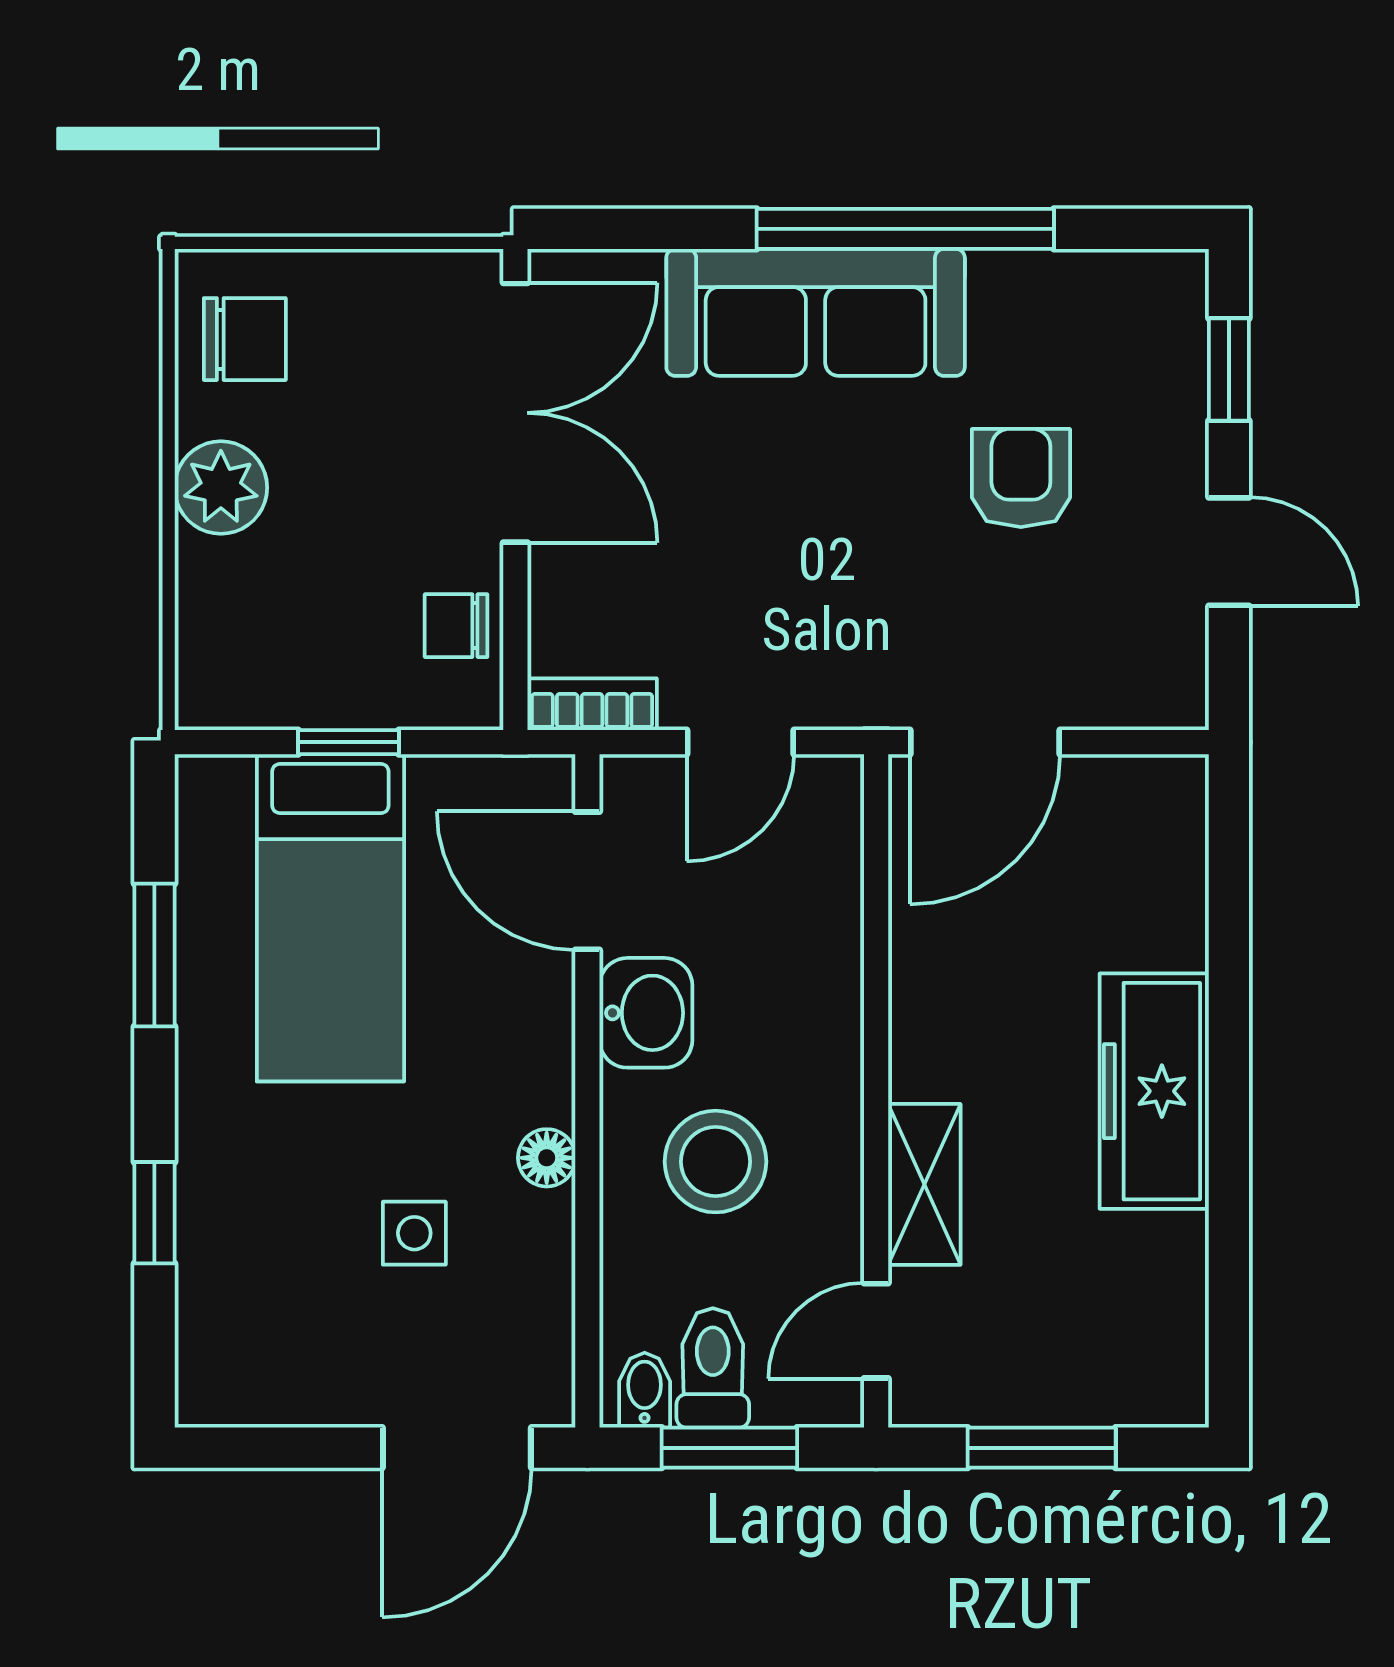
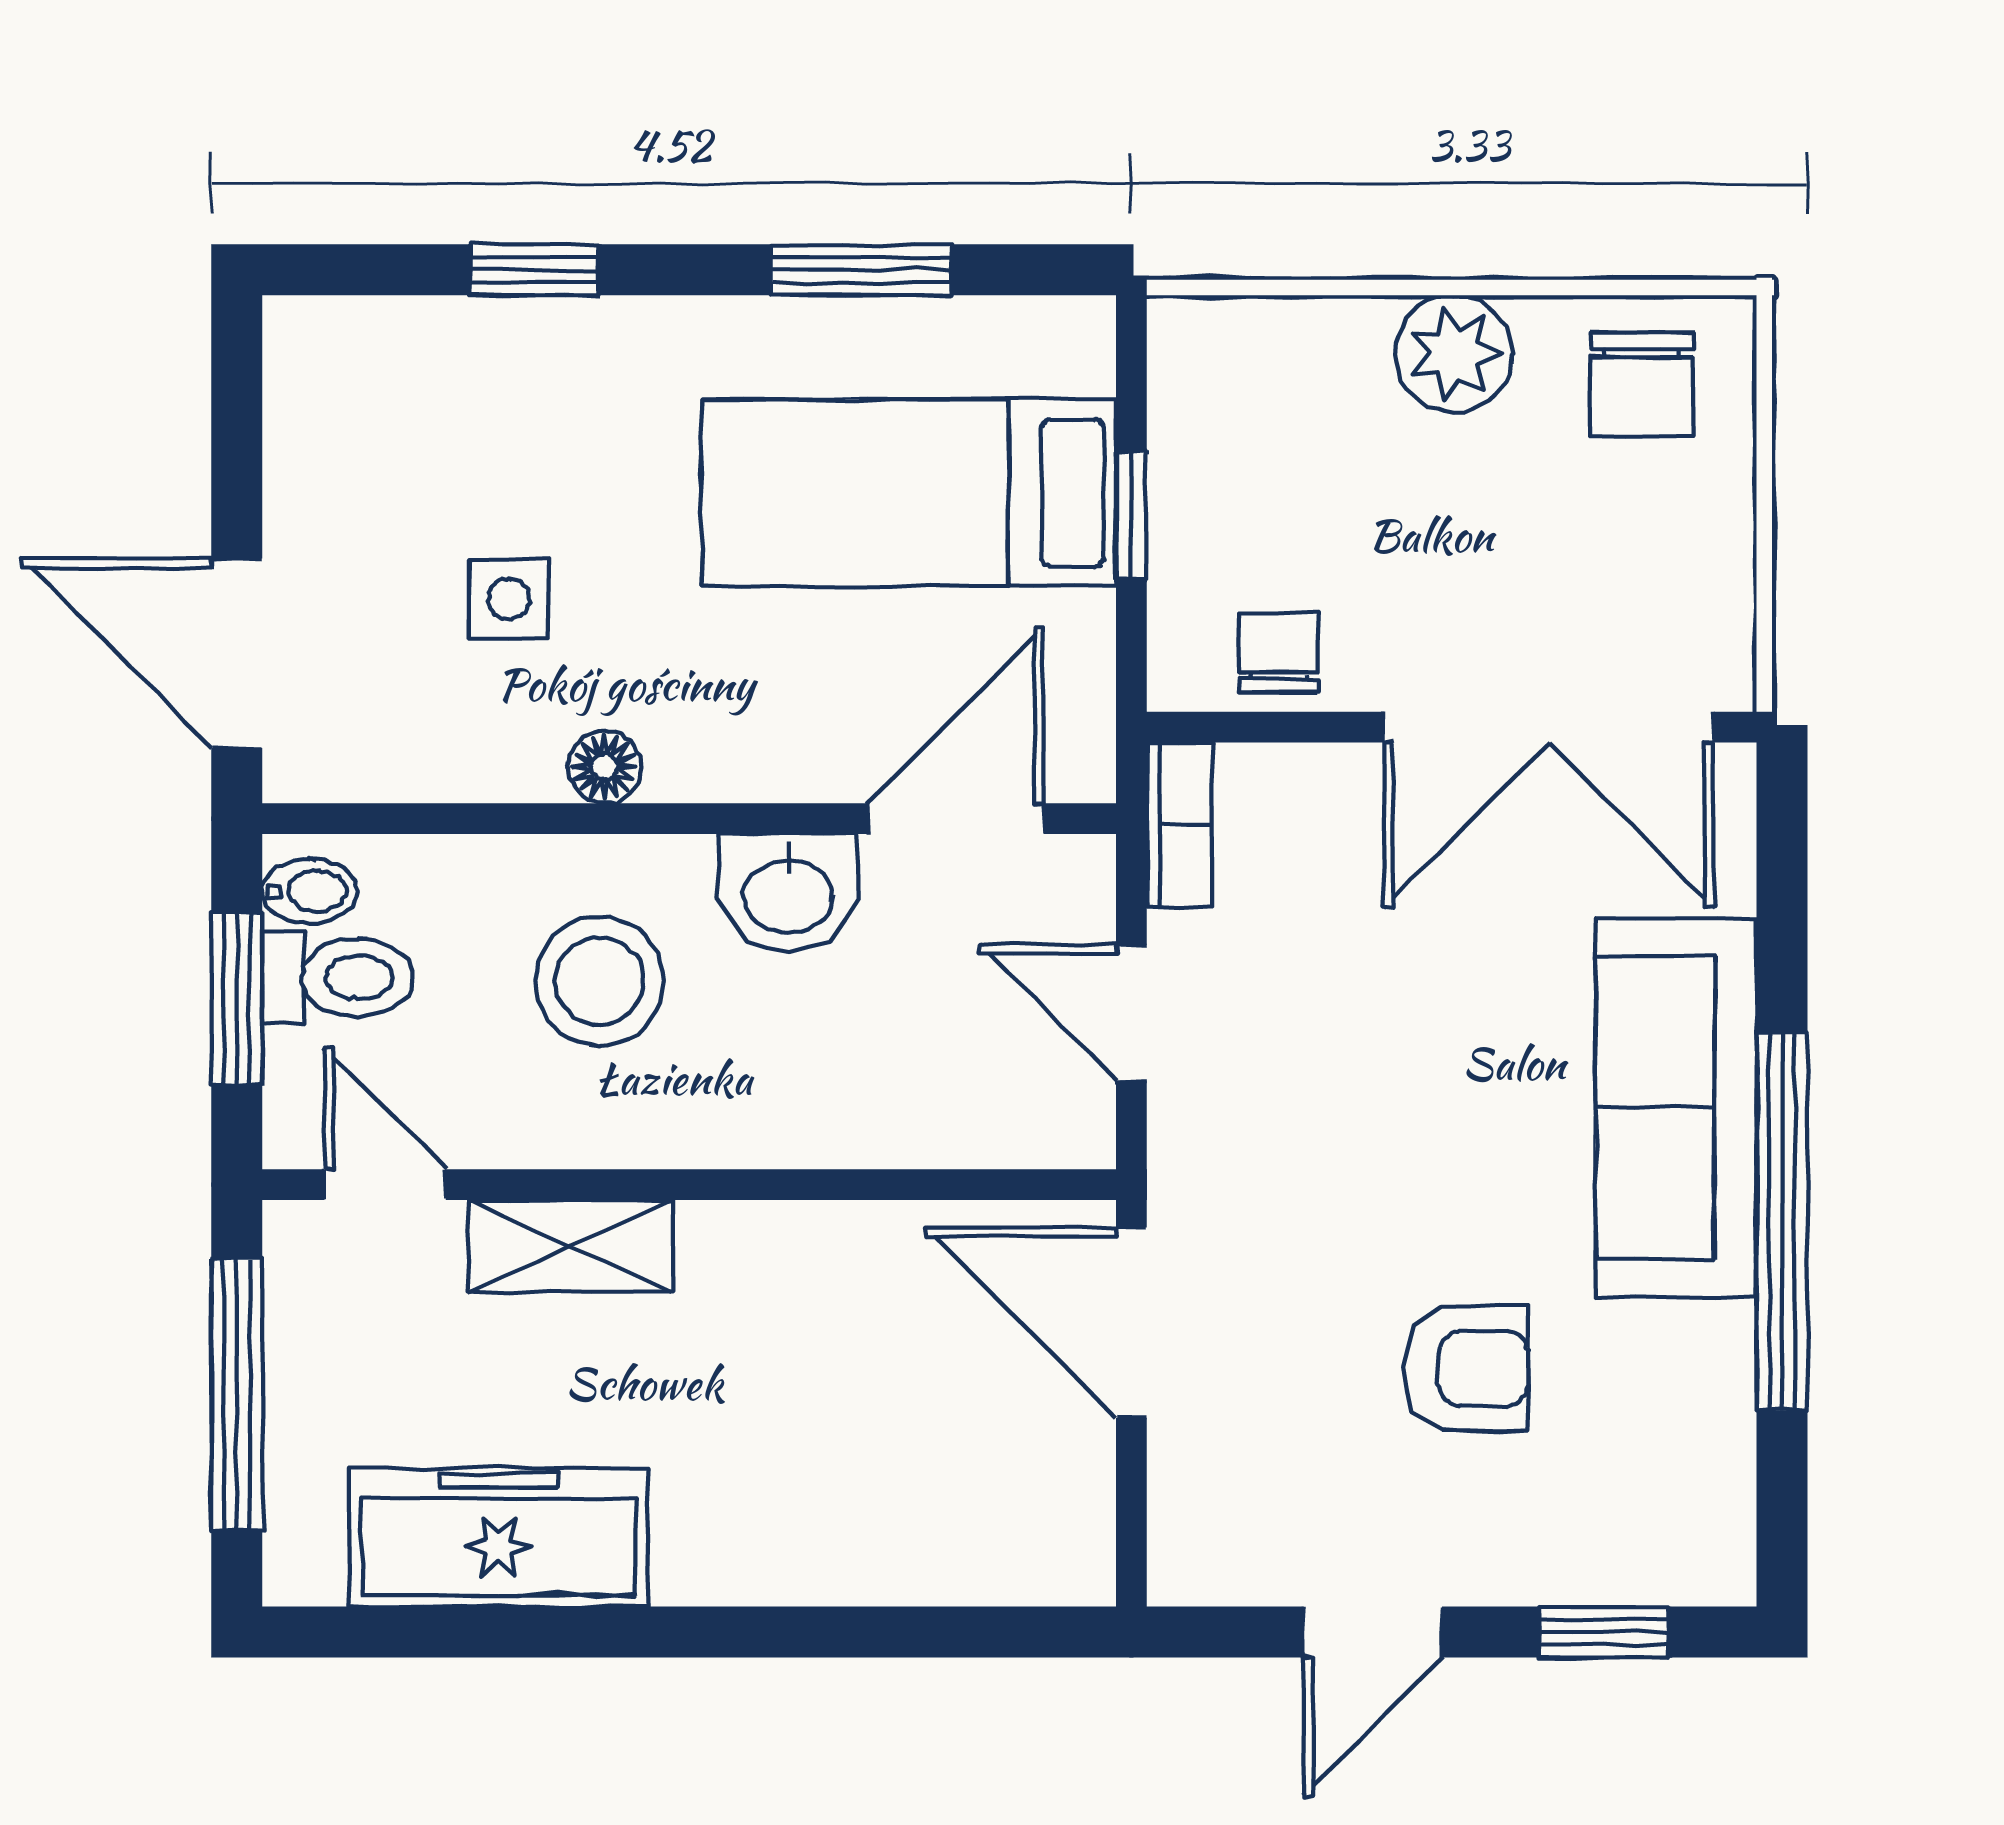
freezer: (1154, 1091) -> (498, 1537), moved
window: (1042, 1448) -> (237, 1395), width x1.44

